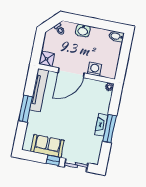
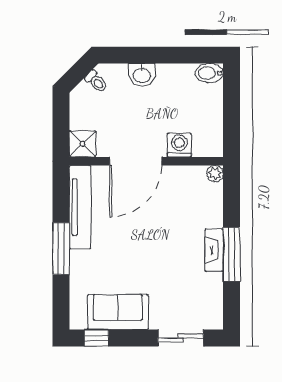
window: (53, 160) -> (97, 338), moved

